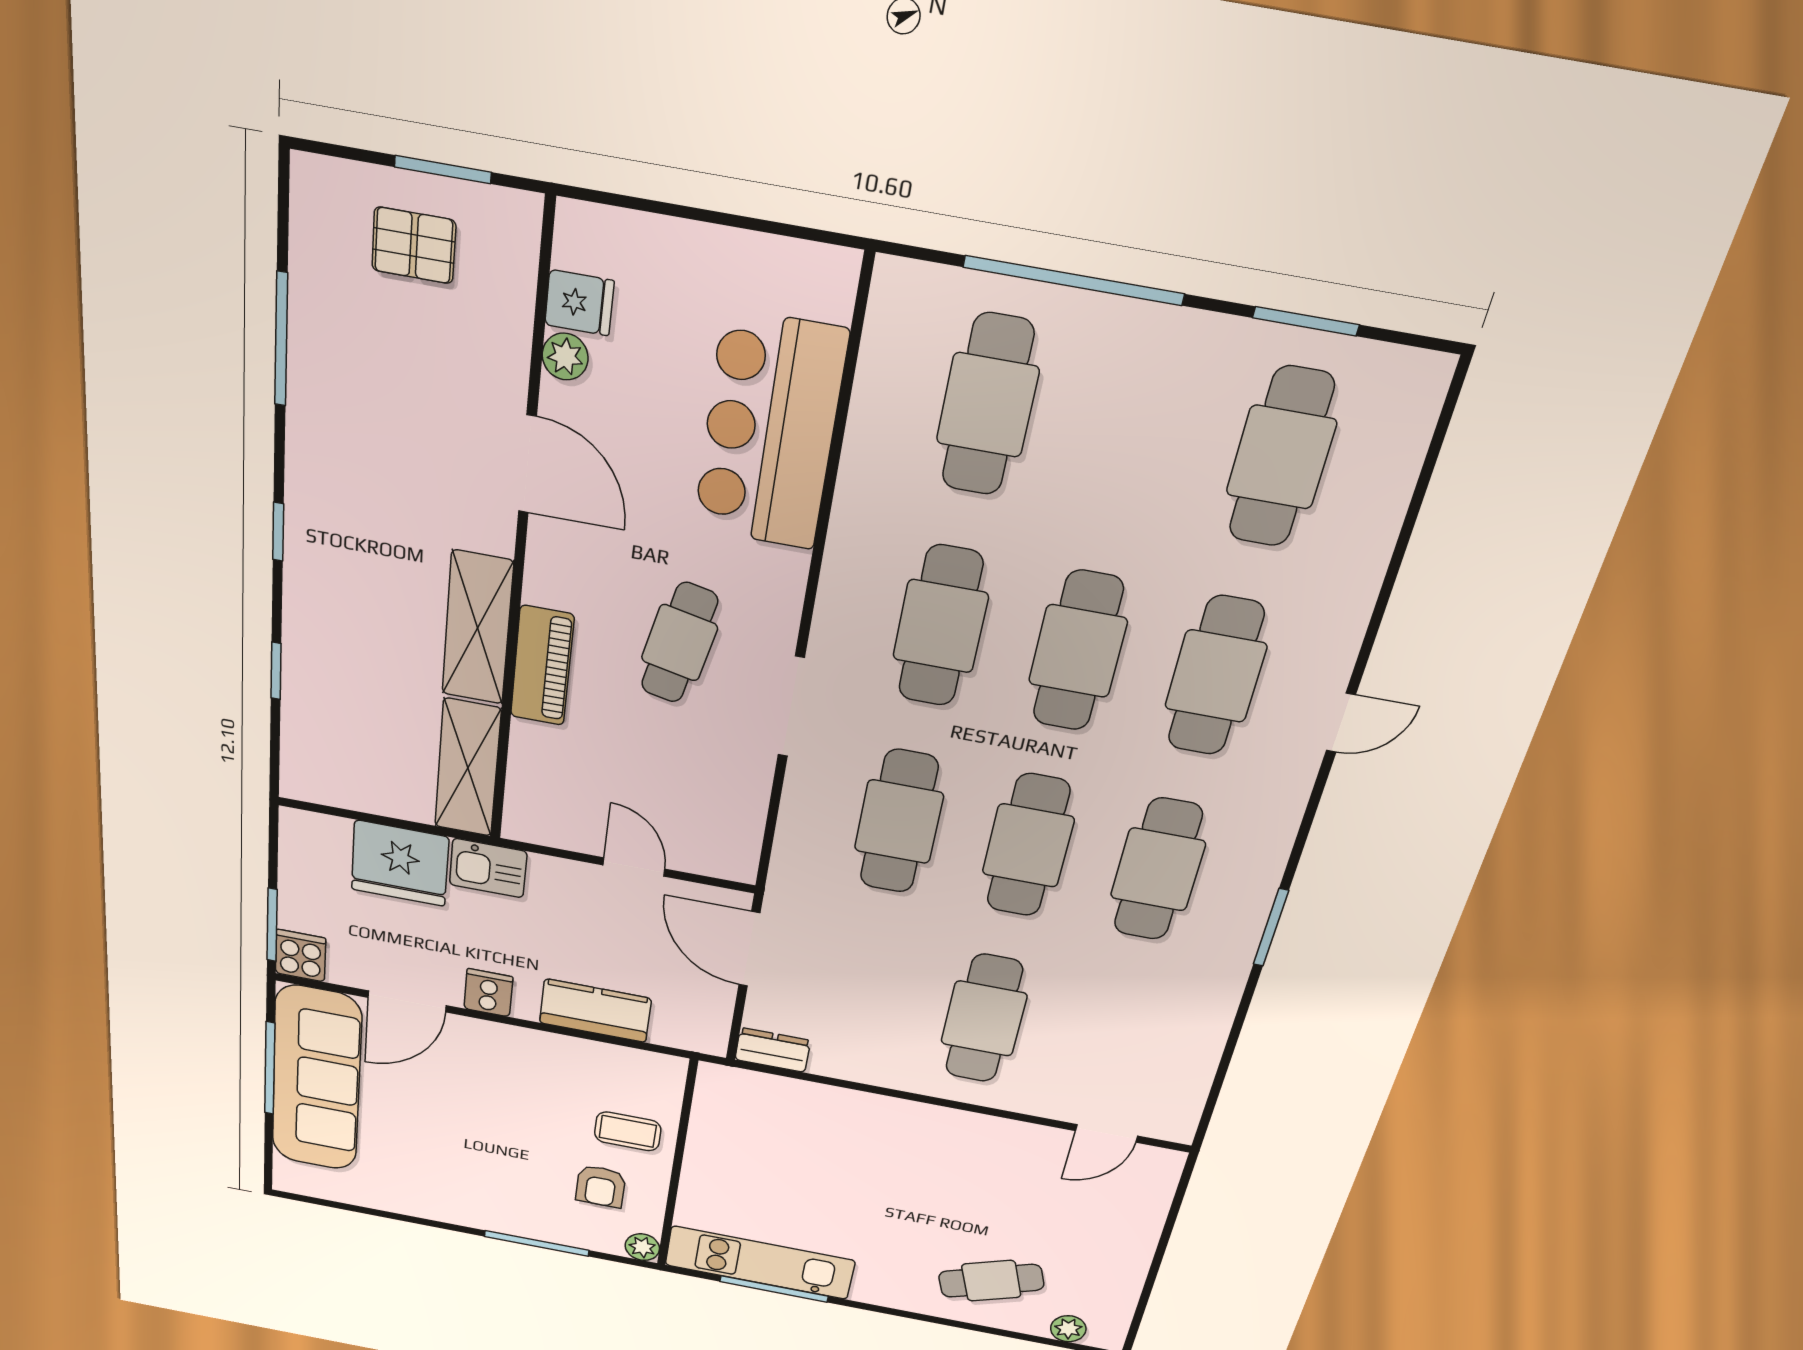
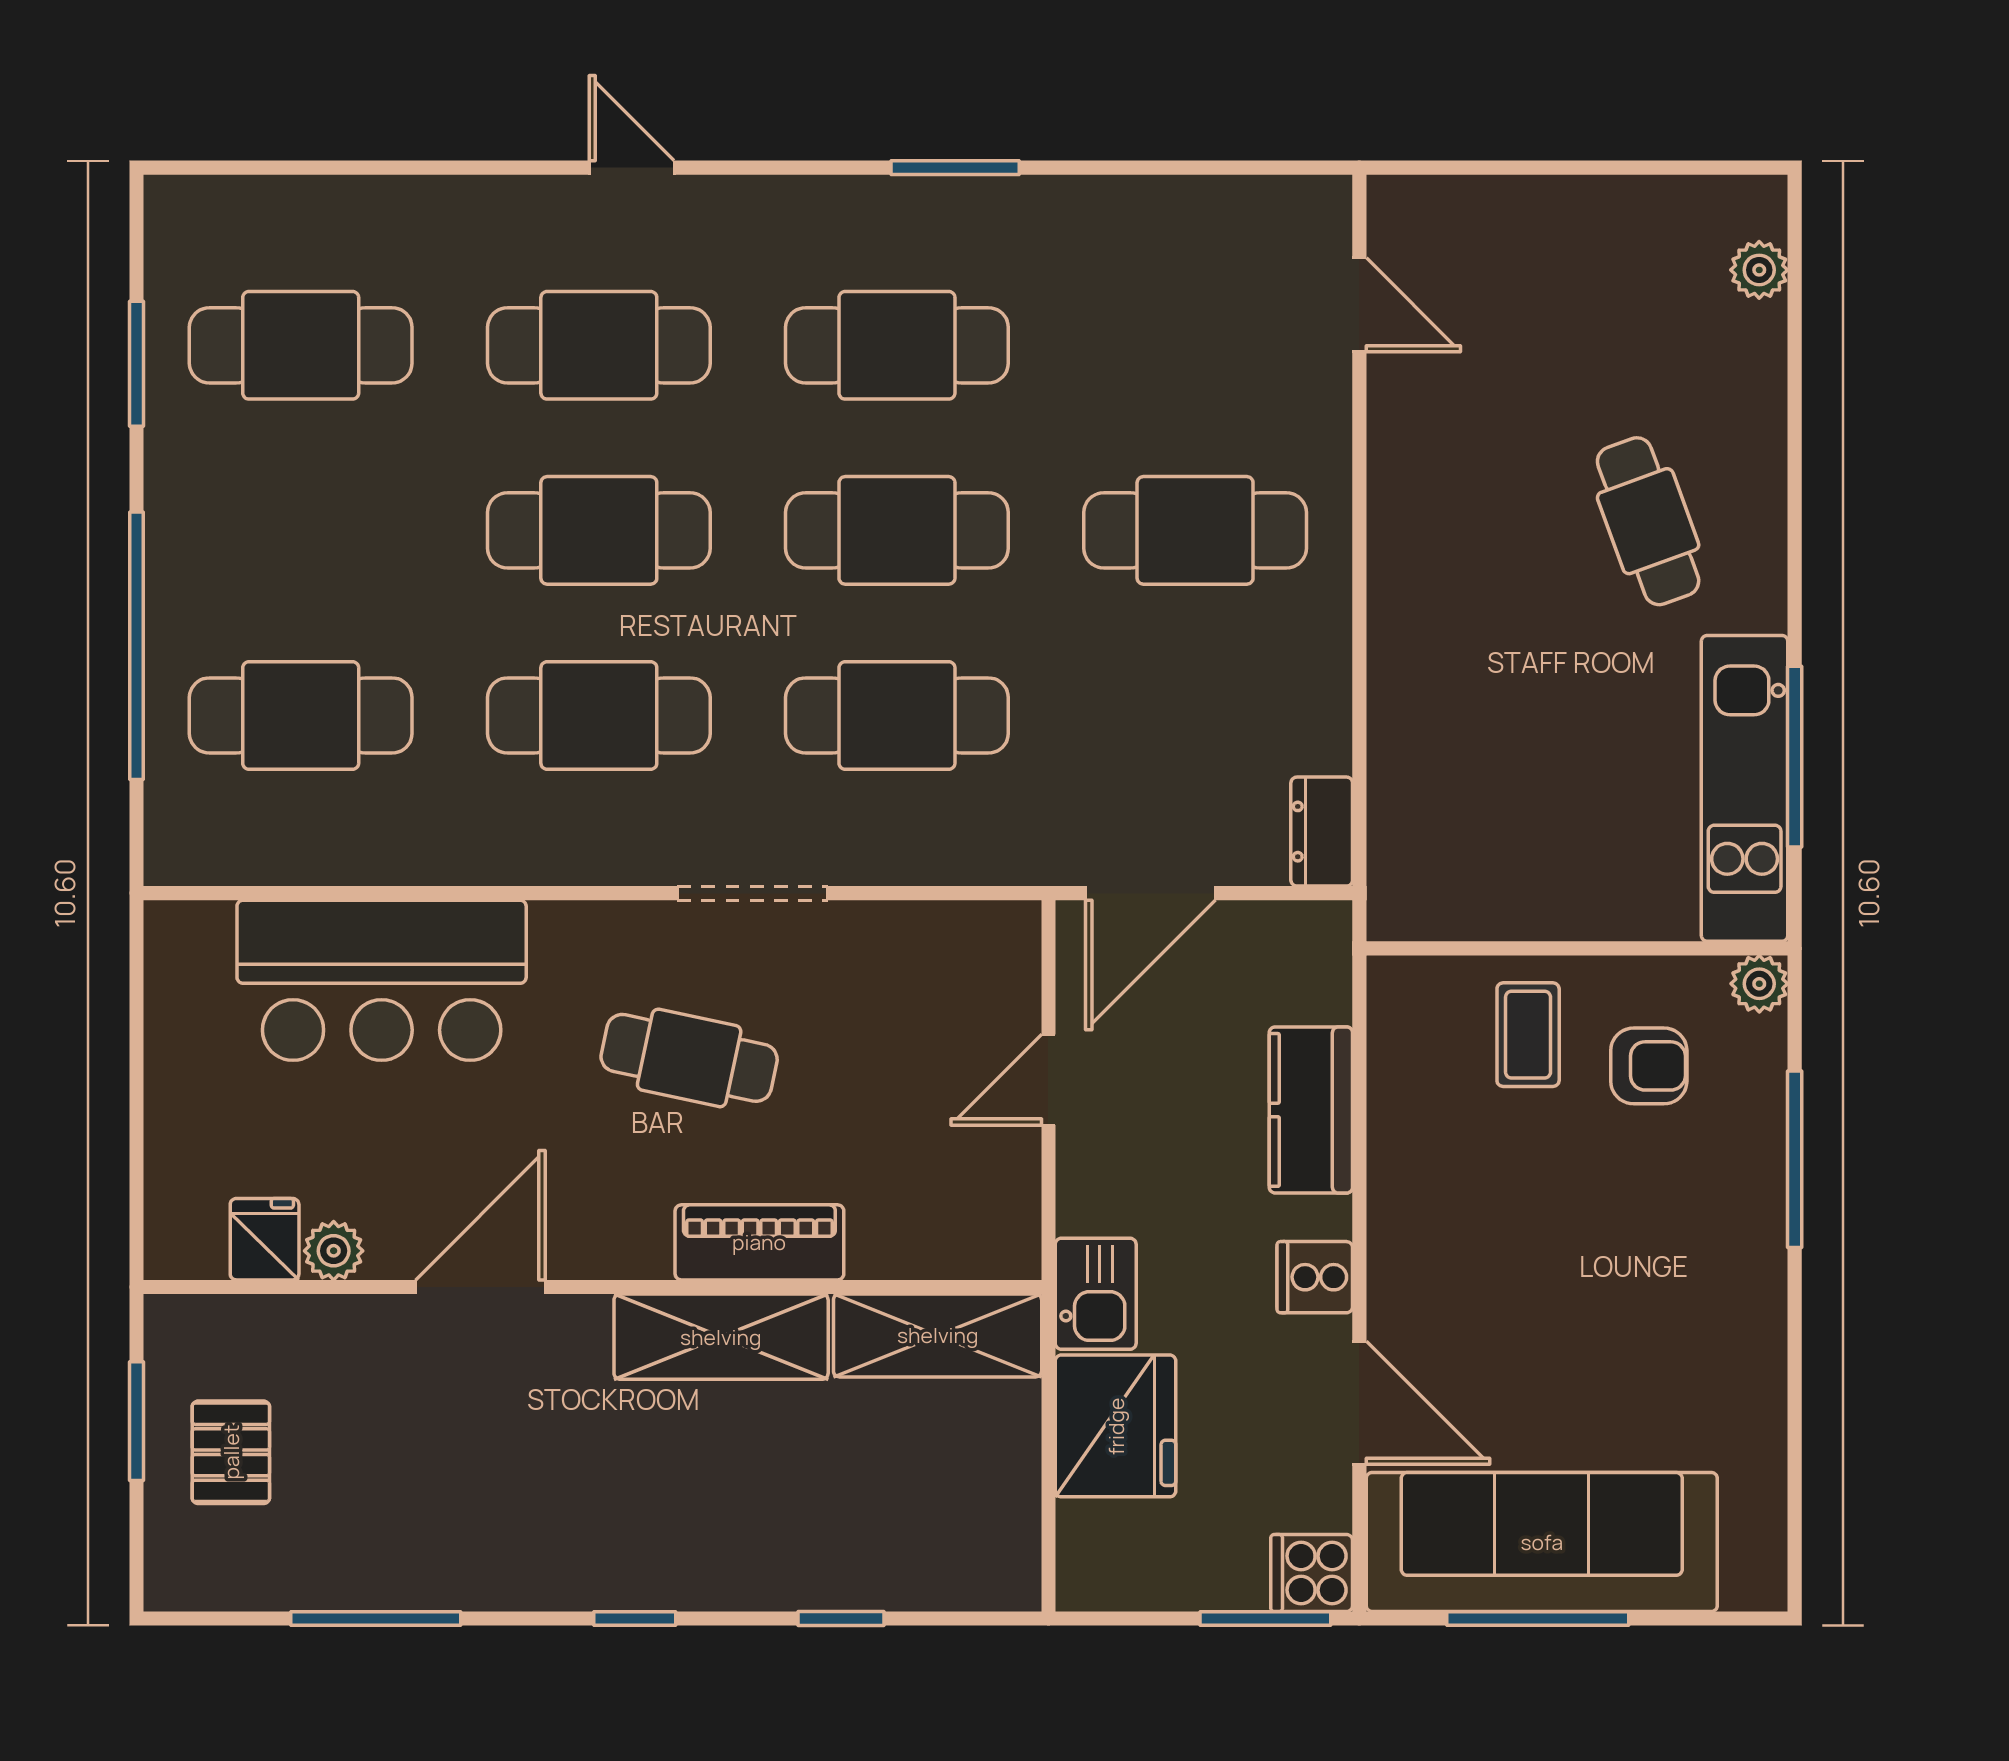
cafe table: (991, 1281) -> (1648, 521), moved

